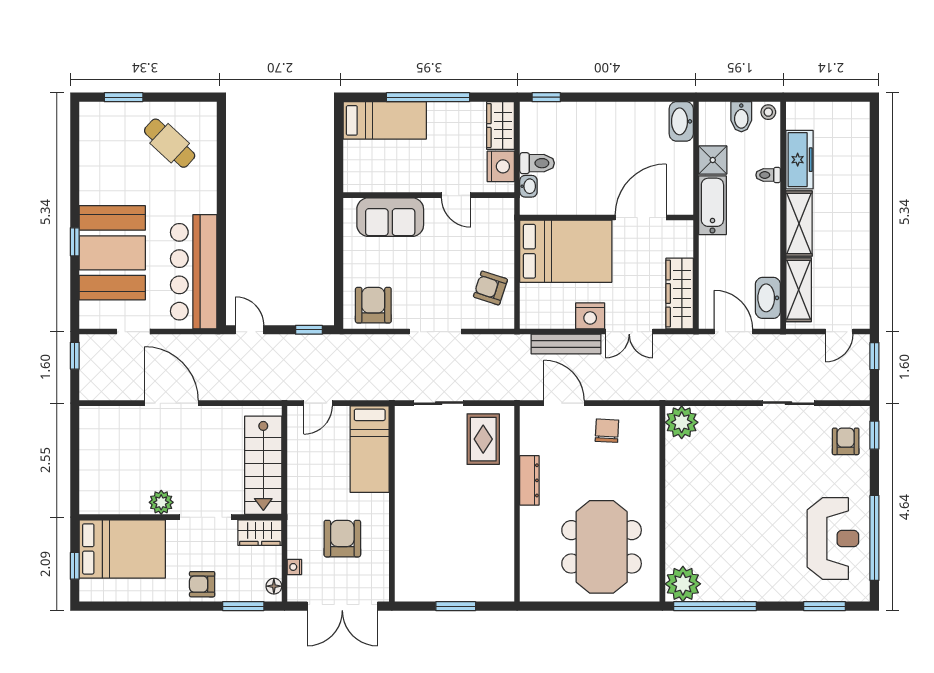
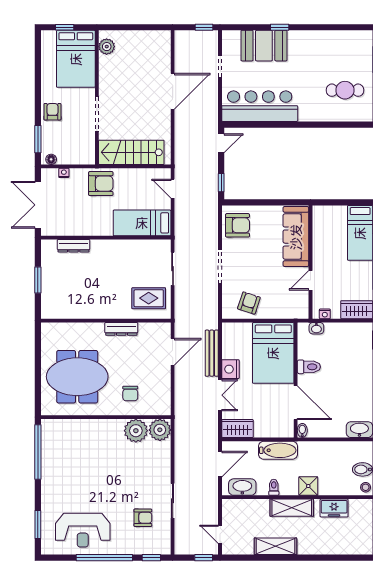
cafe table: (170, 143) -> (345, 90), turned 47
shower: (713, 160) -> (308, 486), moved
freezer: (799, 160) -> (334, 508), width x0.71
toilet: (537, 163) -> (309, 367), moved, turned -90
nightstand: (501, 166) -> (325, 314), width x0.53, depth x0.56
toilet: (768, 175) -> (274, 487), moved
bathtub: (712, 205) -> (278, 450), moved
bidet: (683, 208) -> (302, 430), added
sofa: (390, 217) -> (296, 237), width x1.36
booth: (112, 253) -> (264, 46), width x0.73, depth x0.70
shelving: (799, 290) -> (275, 546), moved
wardrobe: (680, 293) -> (237, 428), width x0.67
double door: (629, 332) -> (220, 395), swing flipped
chair: (607, 431) -> (130, 394), moved, turned 87
armchair: (846, 441) -> (143, 518), moved
plant: (161, 502) -> (107, 47), moved
wardrobe: (260, 533) -> (87, 150), removed
window: (874, 538) -> (104, 558), moved
armchair: (342, 539) -> (101, 184), moved
dresser: (404, 552) -> (74, 246), added
plant: (683, 584) -> (136, 431), moved

